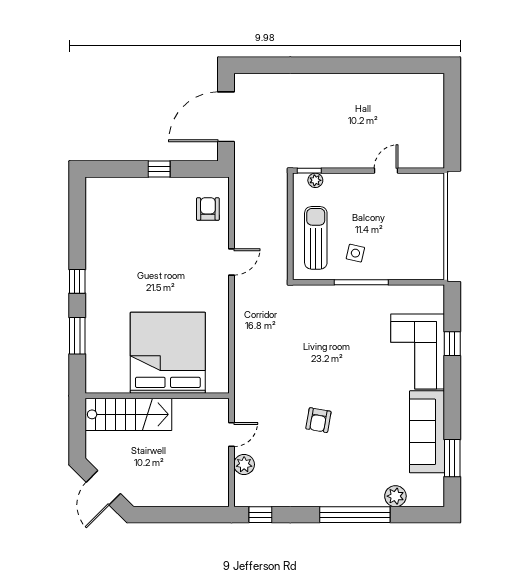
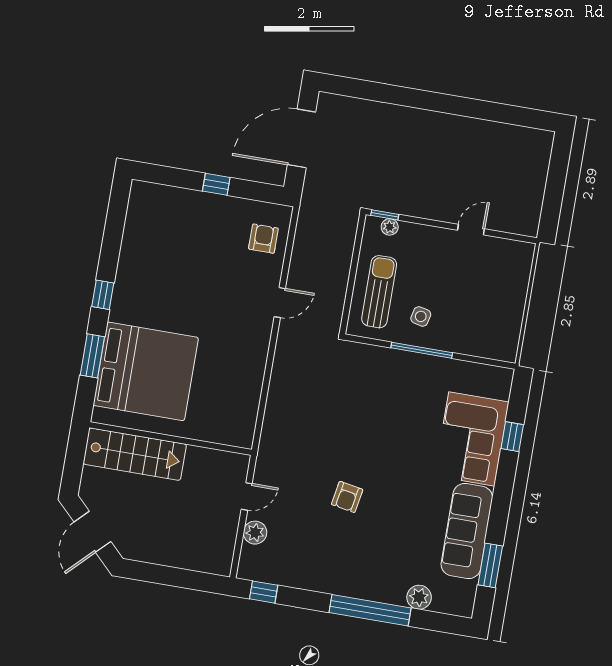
bed: (168, 353) -> (146, 371), moved, turned 90

